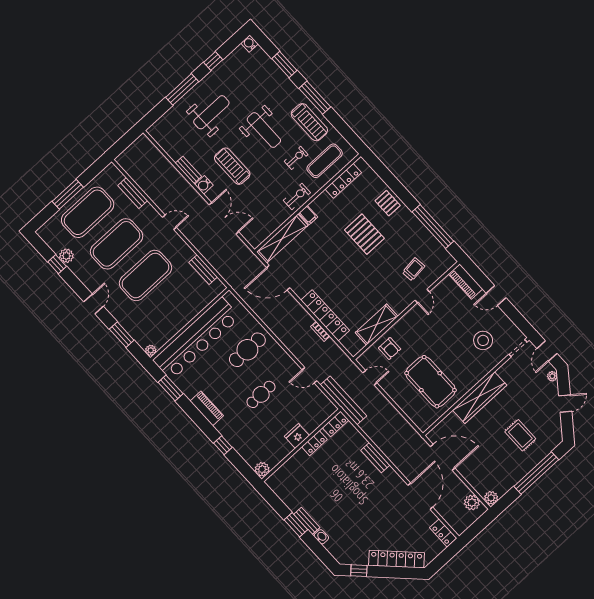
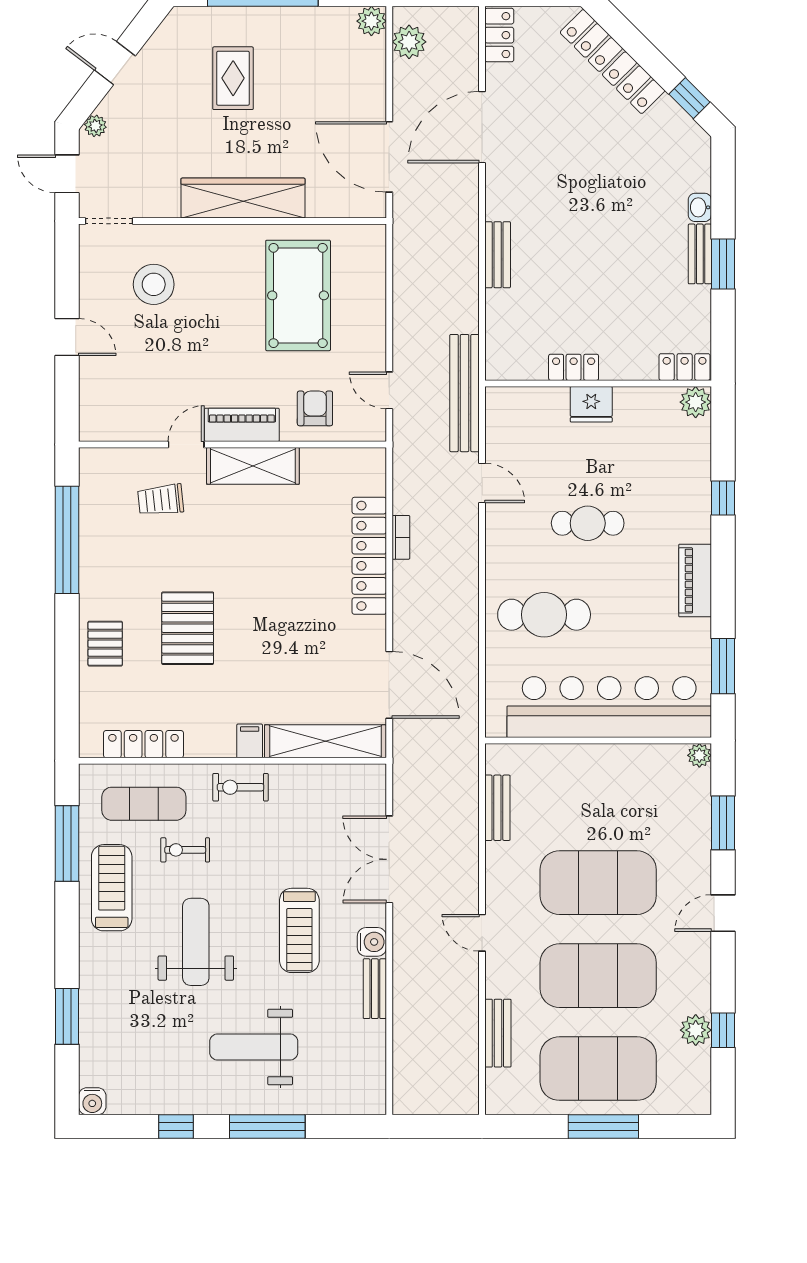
window: (315, 98) -> (67, 843), moved
piano: (466, 281) -> (242, 425), moved, turned -90
shelving: (377, 325) -> (253, 466), moved
door: (547, 351) -> (67, 174), swing flipped
locker: (336, 424) -> (685, 367), moved

